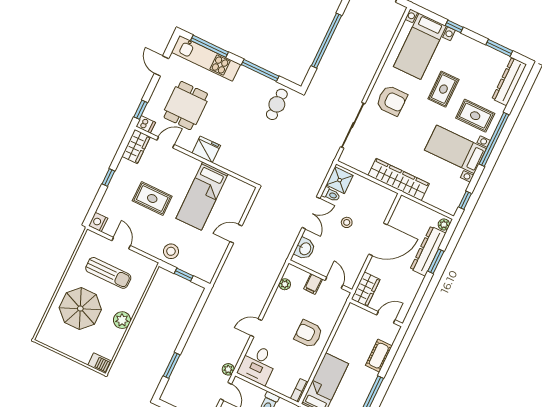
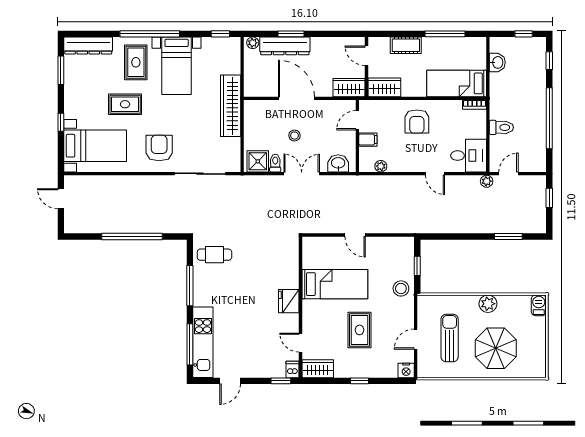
dining table: (186, 106) -> (257, 340), removed
wardrobe: (351, 320) -> (384, 87), added

